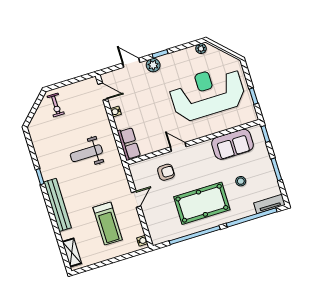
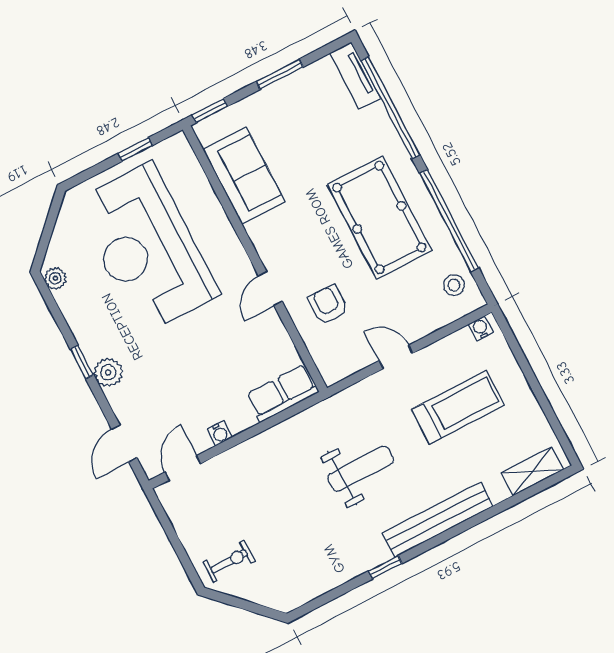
door: (131, 63) -> (124, 443), moved
weight bench: (86, 153) -> (361, 469), moved, turned -90
stool: (241, 181) -> (454, 285), moved

